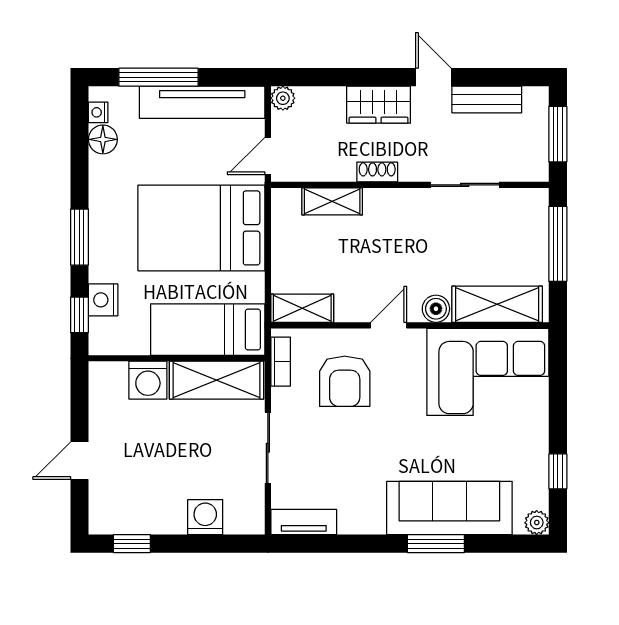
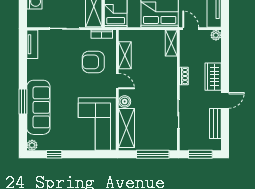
shelving: (332, 201) -> (171, 43), moved
shelving: (302, 308) -> (125, 55), moved

